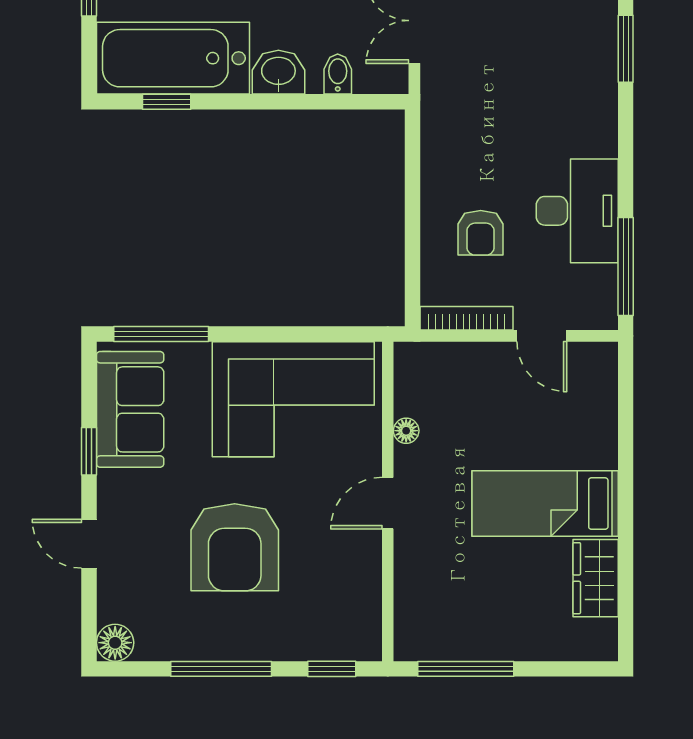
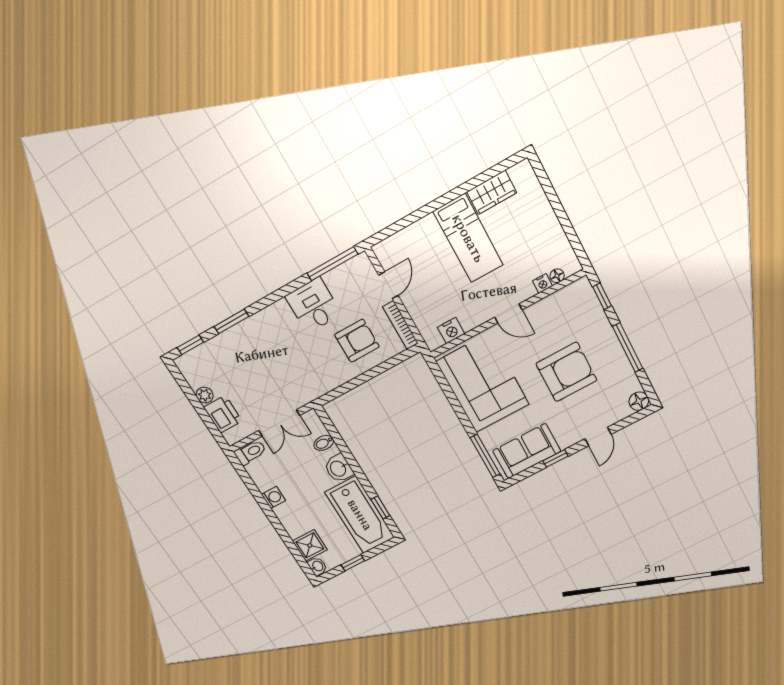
desk: (577, 211) -> (313, 305), width x0.73
armchair: (481, 233) -> (357, 341), width x1.38, depth x1.38
nightstand: (412, 395) -> (451, 331), added
floor lamp: (406, 431) -> (557, 276), moved
nightstand: (407, 584) -> (542, 283), added
window: (466, 669) -> (570, 232), removed

